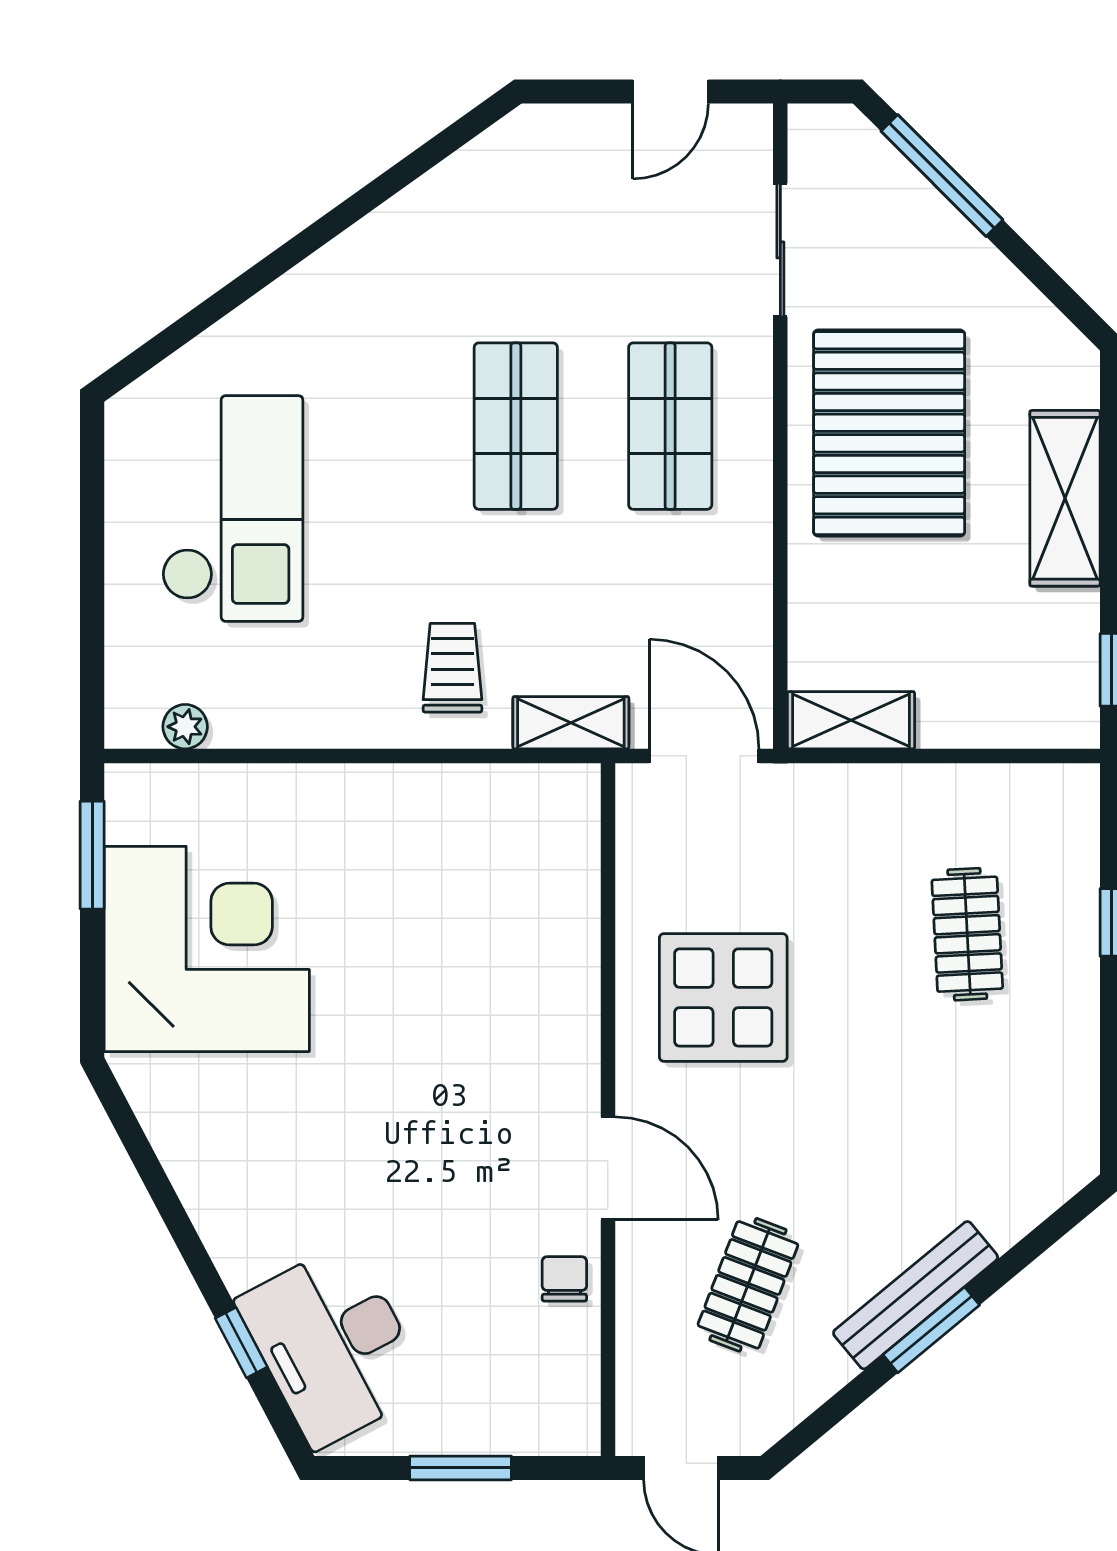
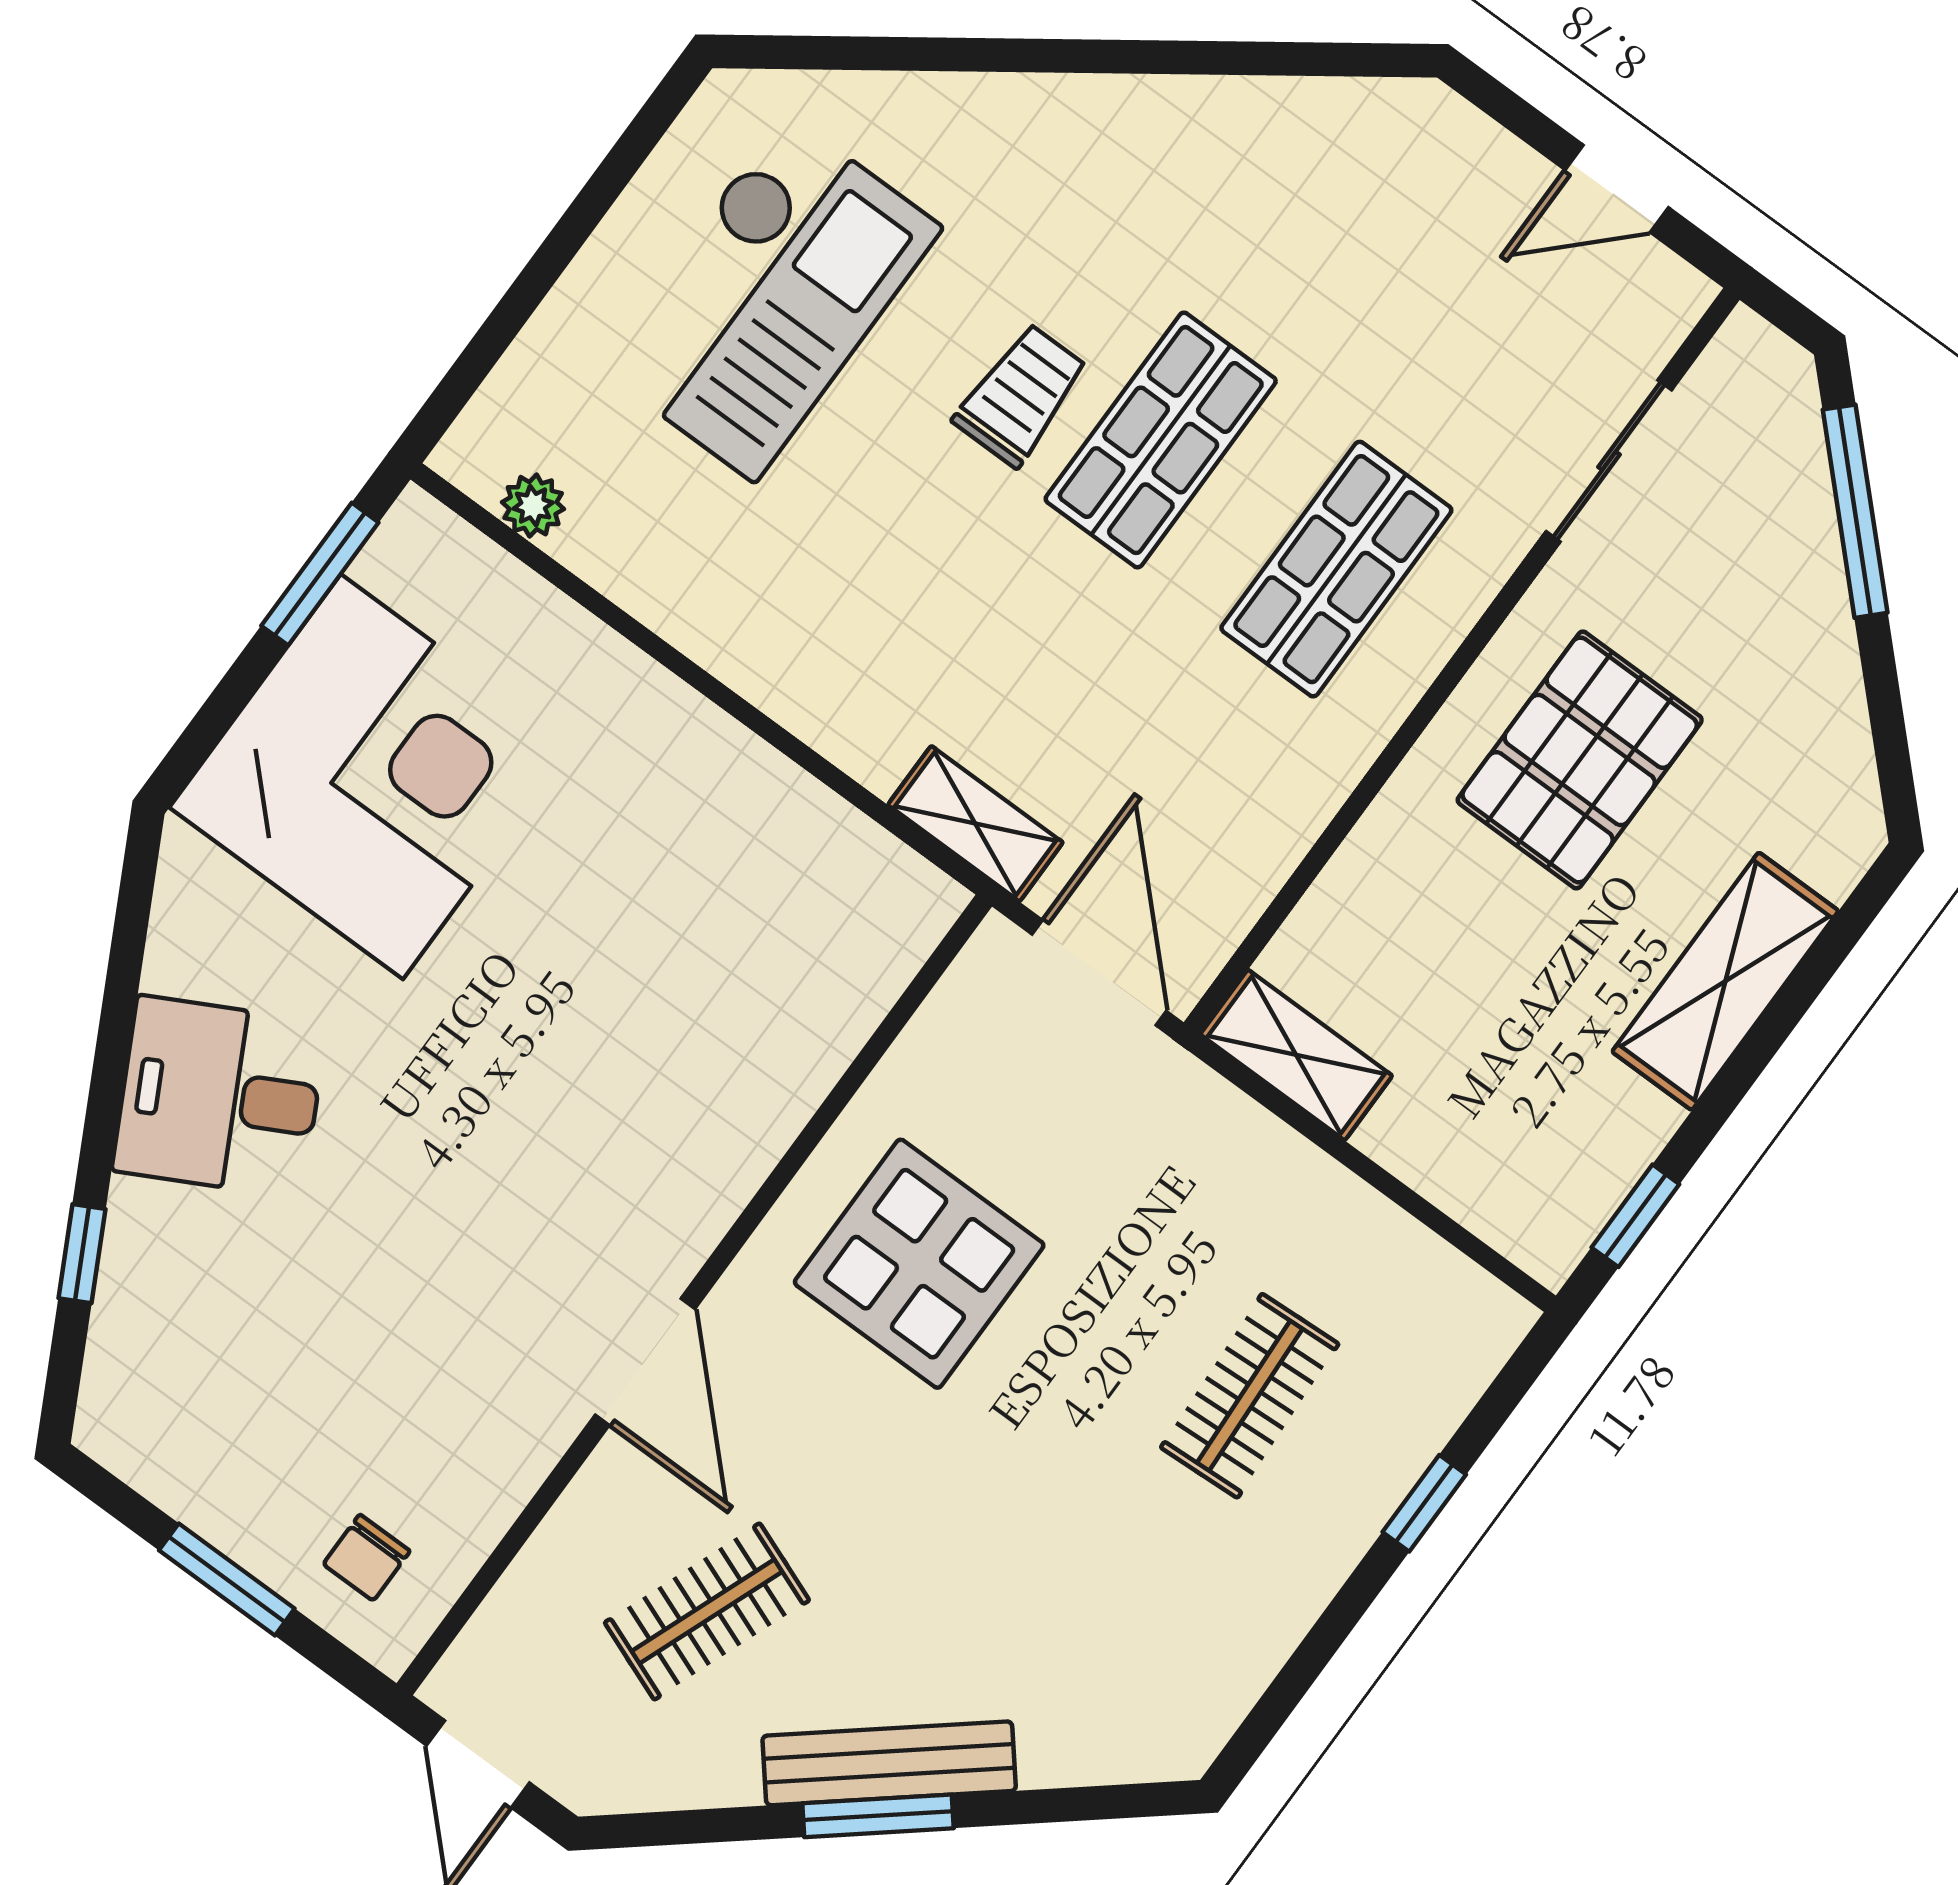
pallet: (889, 433) -> (1580, 760), width x0.73, depth x0.71
trolley: (452, 668) -> (1021, 395), moved
chair: (564, 1279) -> (367, 1558), moved, turned 180
desk: (333, 1345) -> (220, 1097), moved, width x0.73

